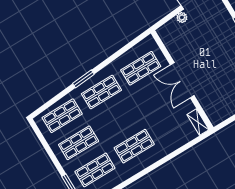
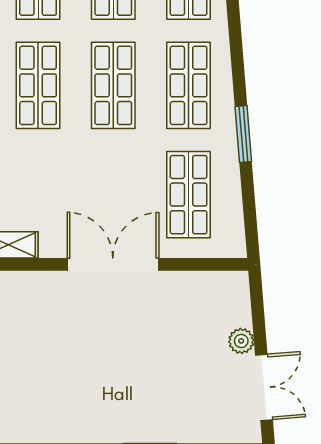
window: (83, 79) -> (243, 134), moved
shop shelf: (118, 119) -> (113, 85), added

